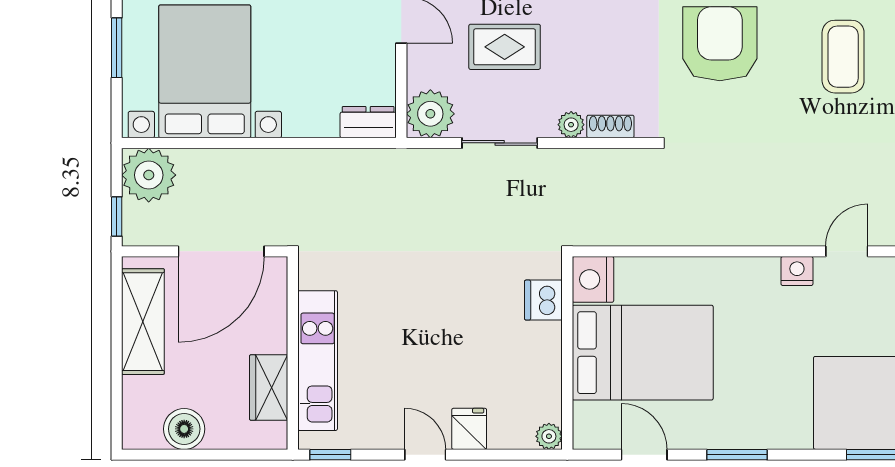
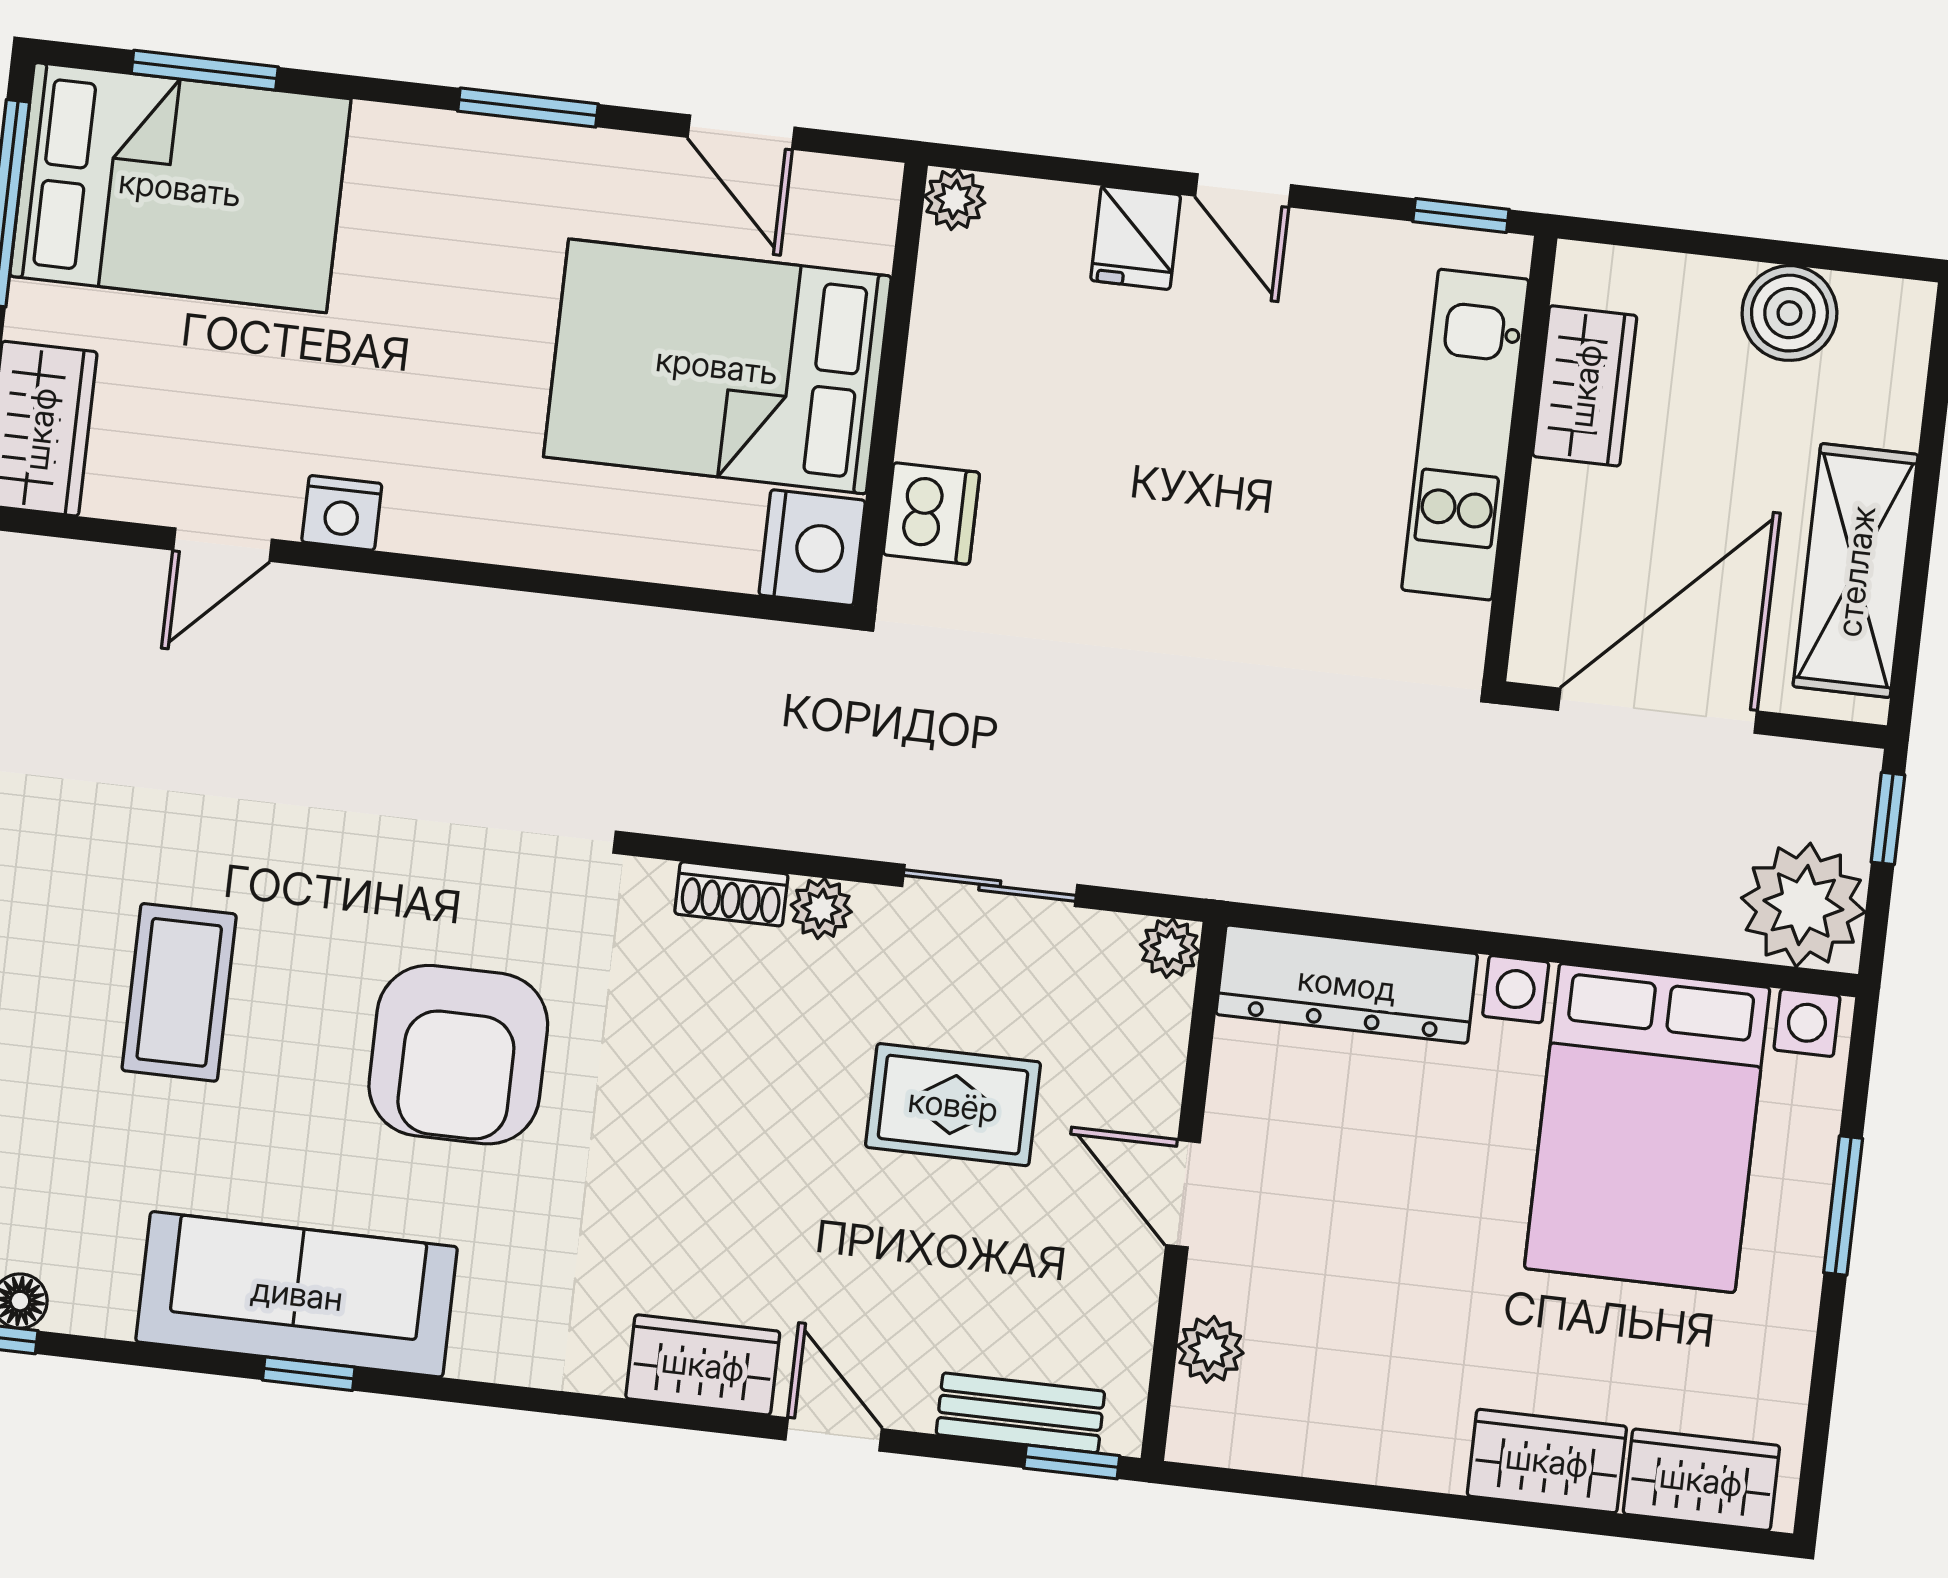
plant: (430, 114) -> (1170, 948), width x0.53, depth x0.53
dresser: (368, 122) -> (1347, 984), width x1.96, depth x1.24

